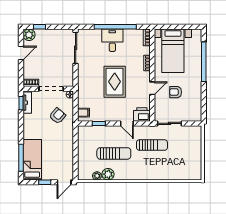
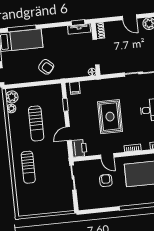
rug: (115, 82) -> (110, 117), turned 90
armchair: (58, 116) -> (46, 67), moved
sun lounger: (152, 145) -> (28, 167), moved
plant: (108, 174) -> (12, 97), moved

